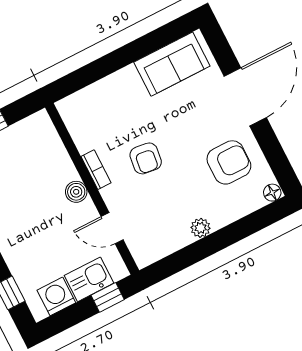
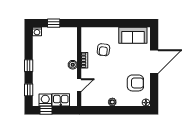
armchair: (146, 158) -> (103, 50), moved
door: (112, 228) -> (79, 85), swing flipped
window: (108, 297) -> (46, 110), moved

